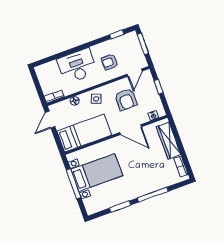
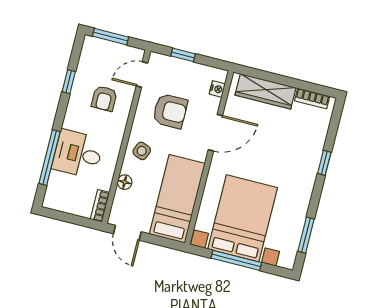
window: (117, 34) -> (69, 82), moved
window: (61, 55) -> (50, 158), added
desk: (77, 66) -> (78, 154), width x0.73
door: (135, 73) -> (142, 74), swing flipped
bed with nightstands: (97, 173) -> (243, 218), width x1.36
window: (153, 195) -> (324, 163), width x0.46
window: (120, 207) -> (306, 235), moved

